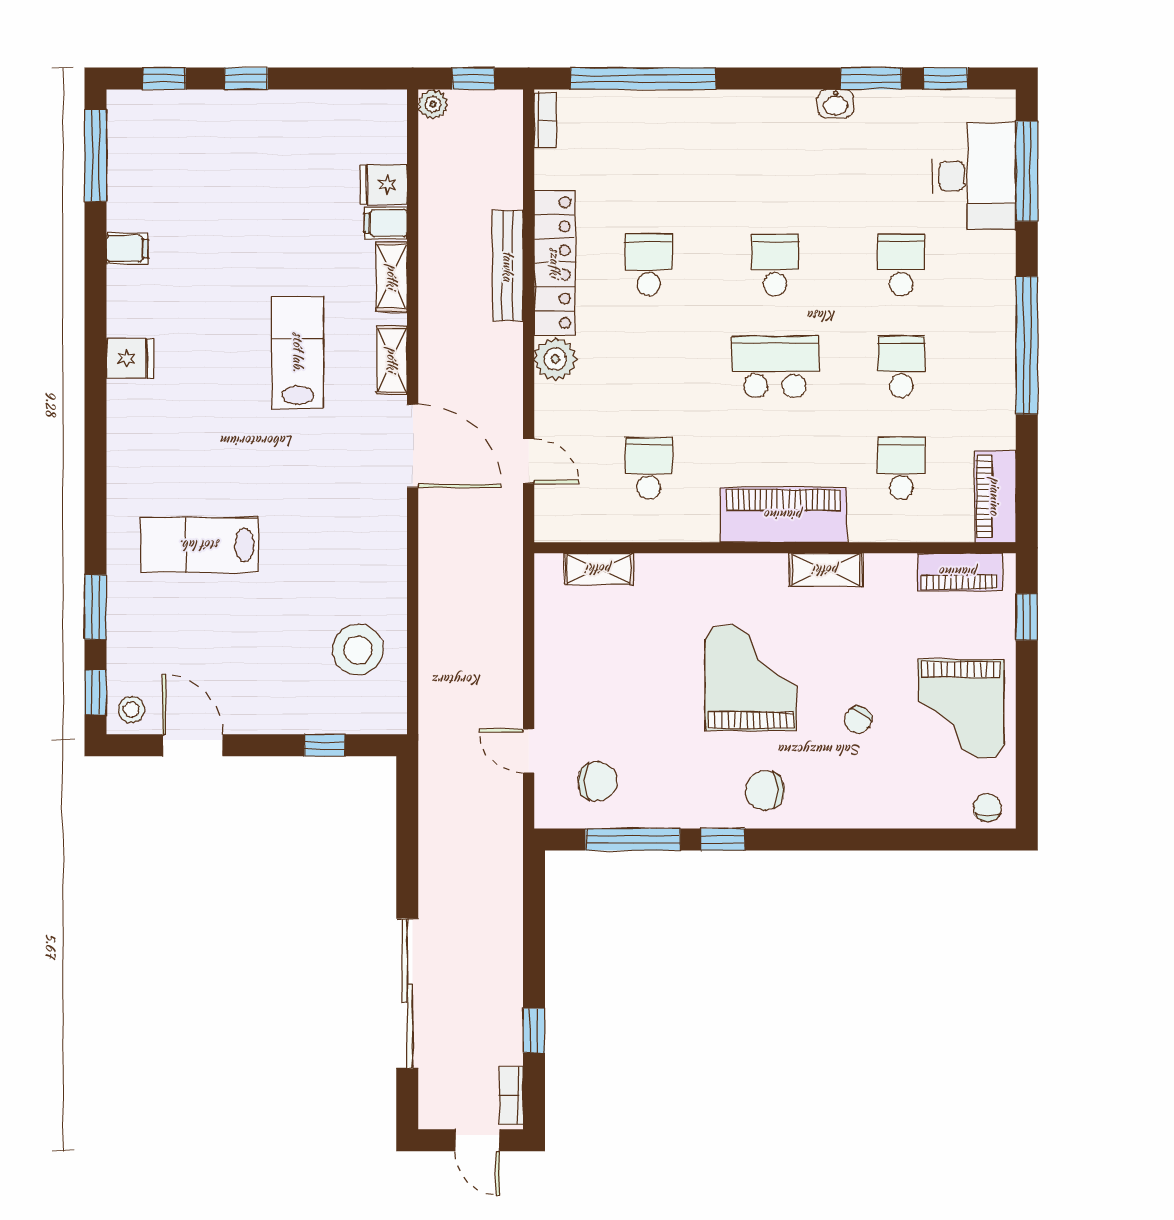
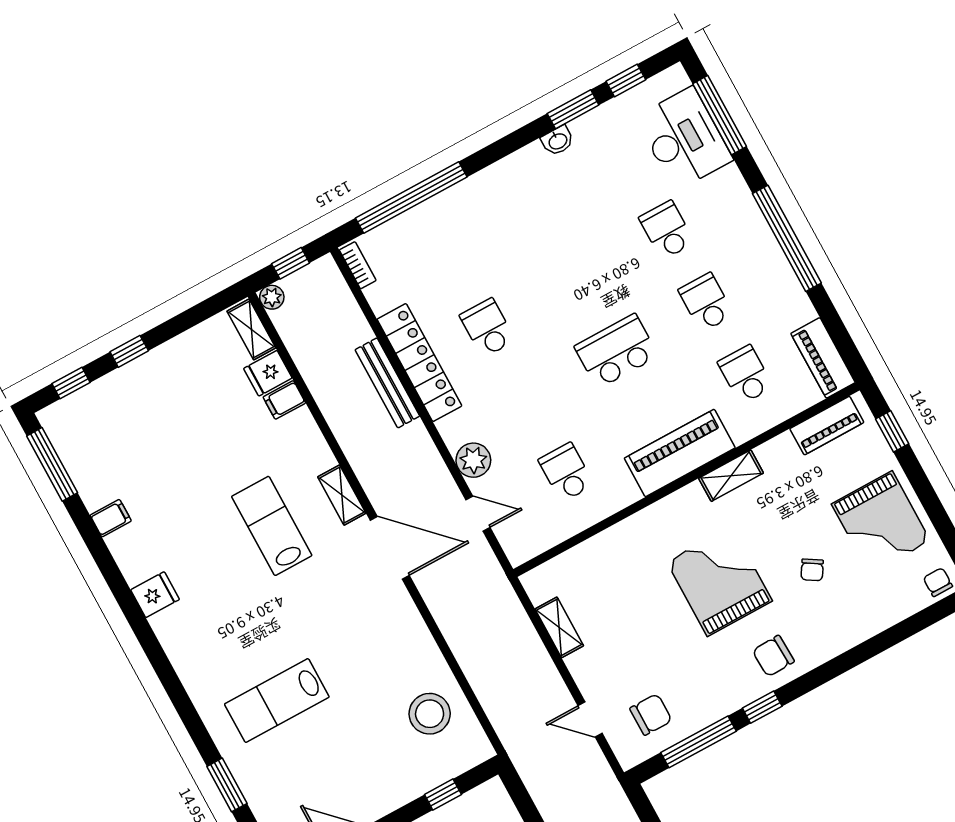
school desk: (775, 265) -> (577, 279), removed
shelving: (392, 277) -> (251, 329), moved
plant: (555, 359) -> (473, 460), moved
shelving: (599, 569) -> (559, 627), moved, turned 90

